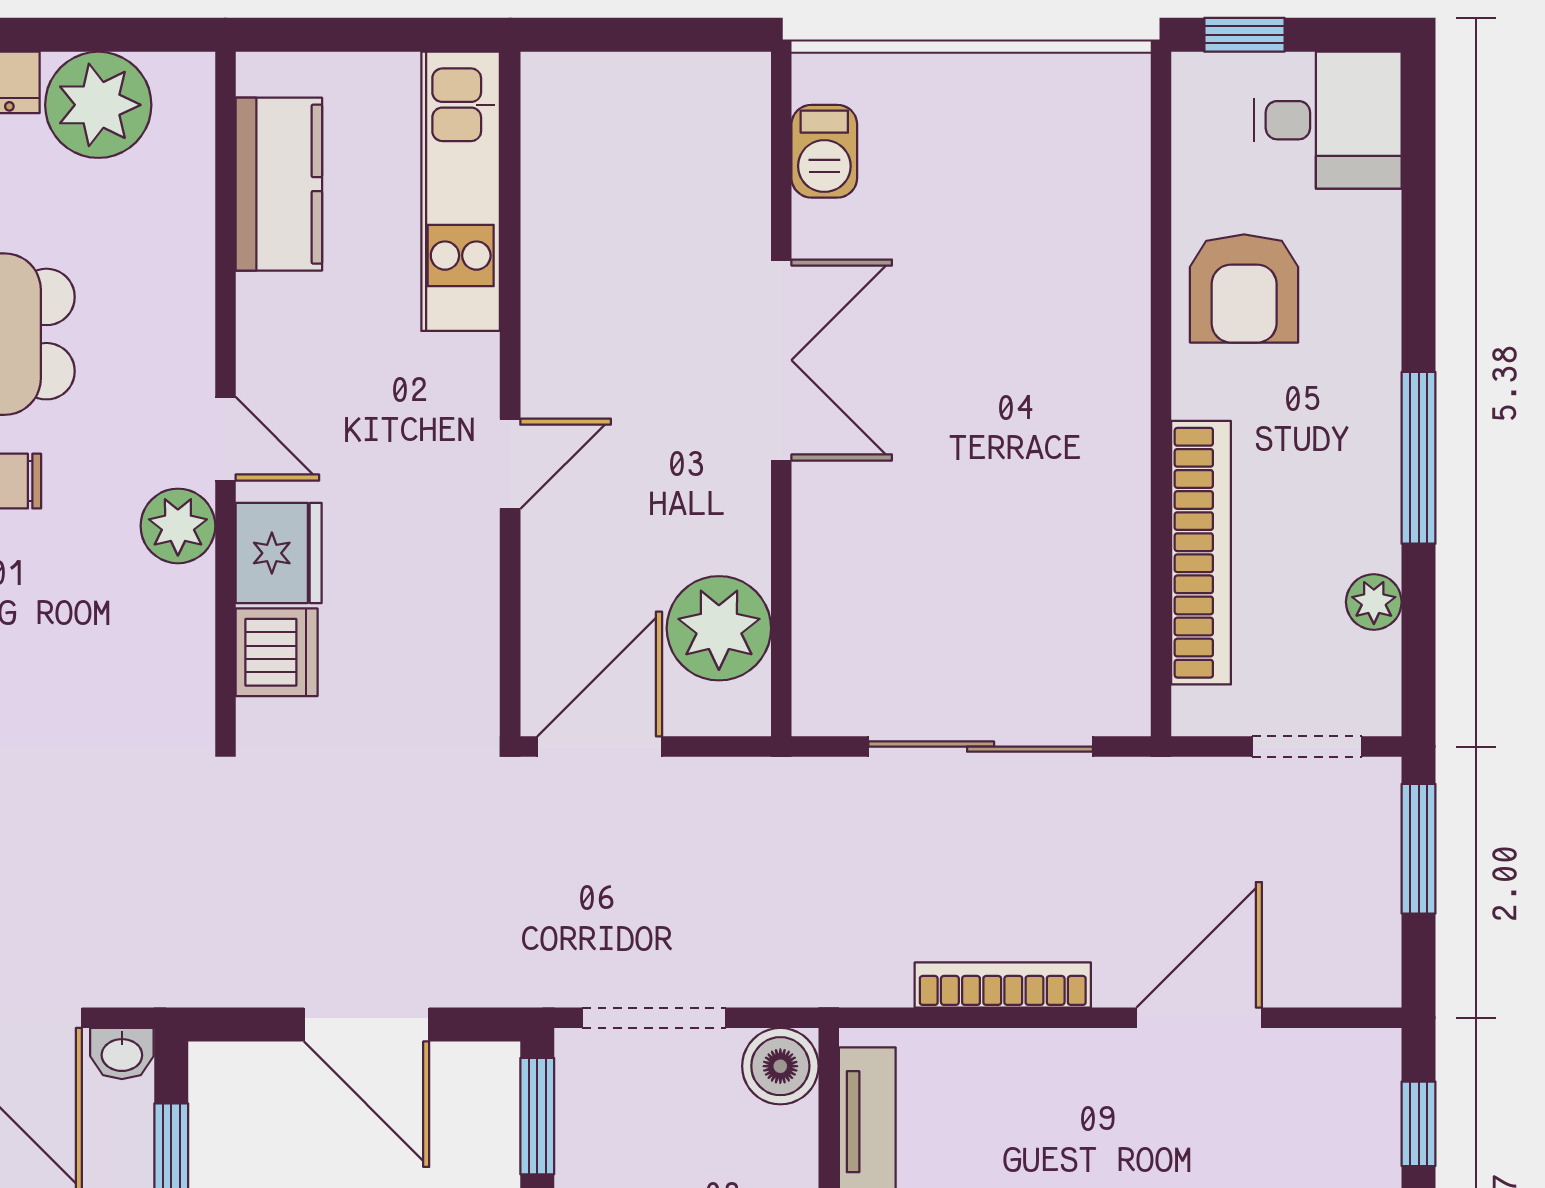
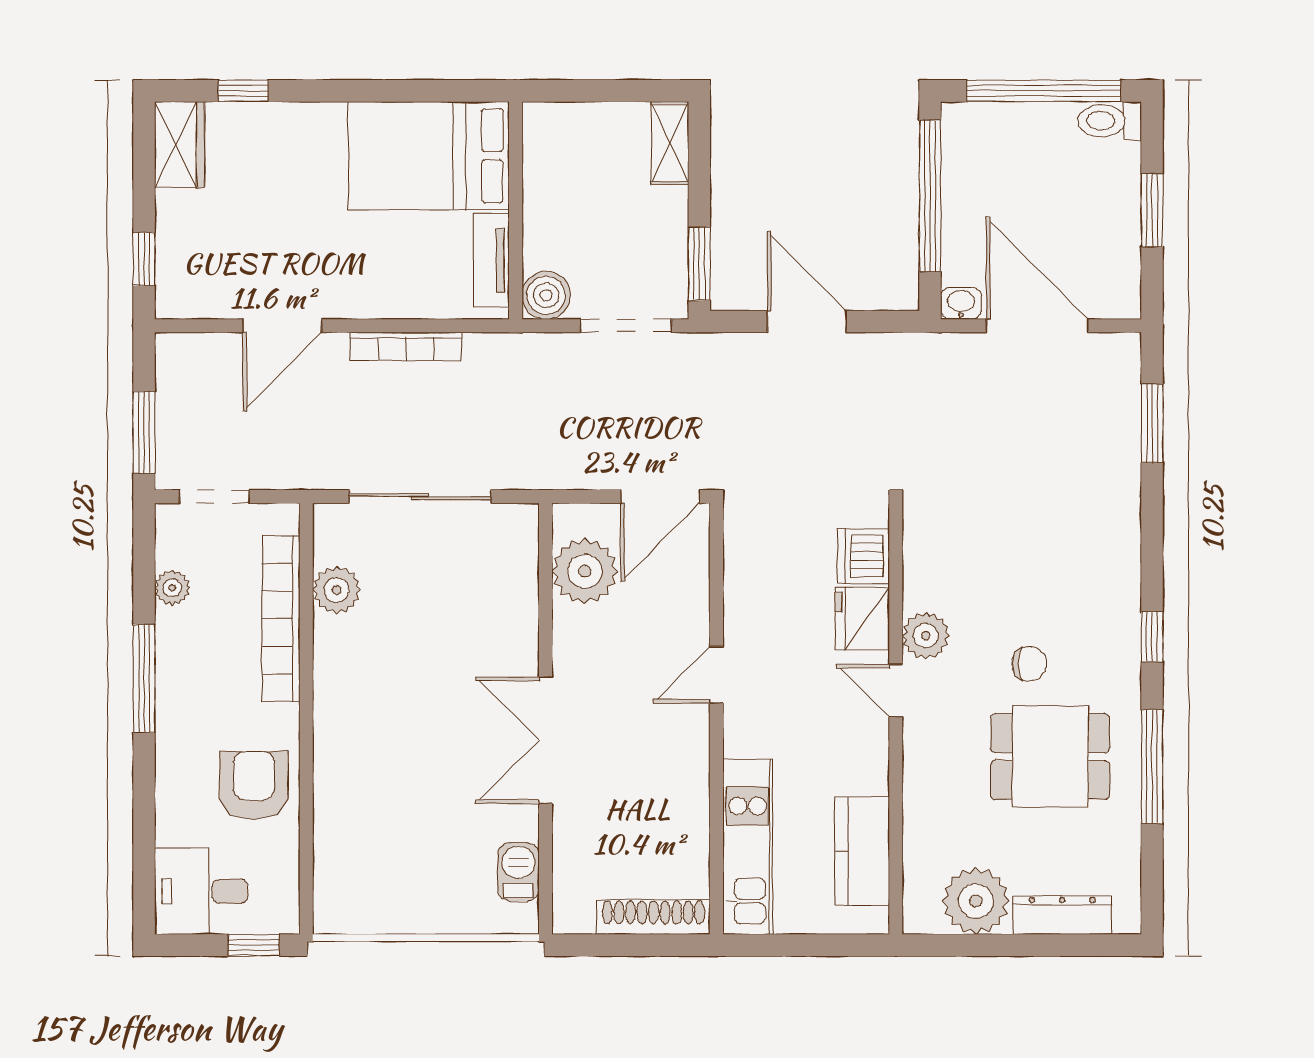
shoe rack: (610, 79) -> (654, 917), added
plant: (1113, 598) -> (337, 590), added

